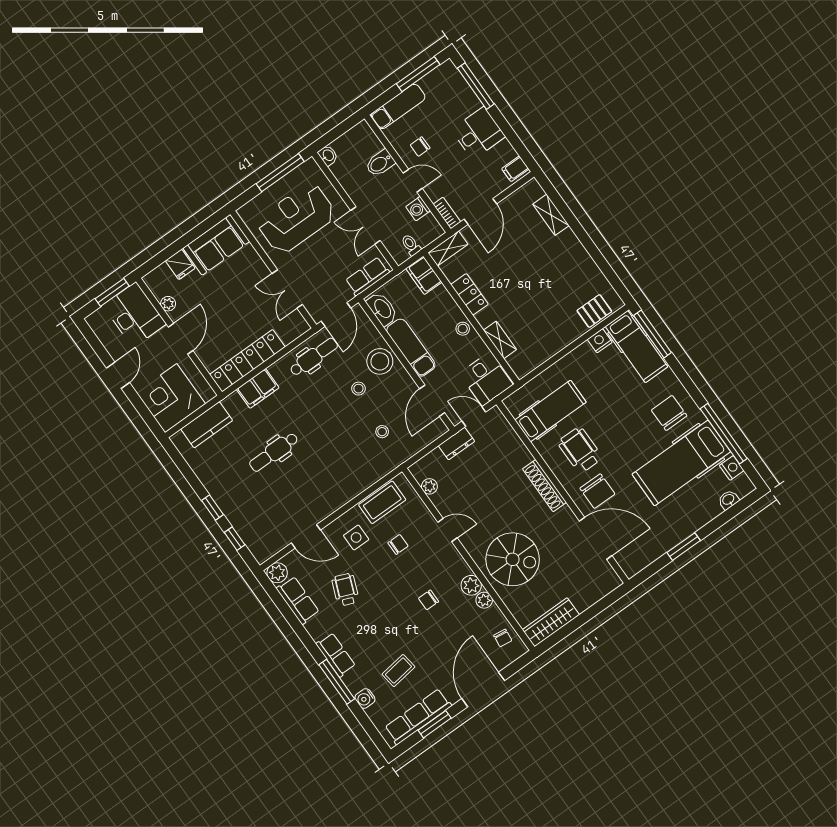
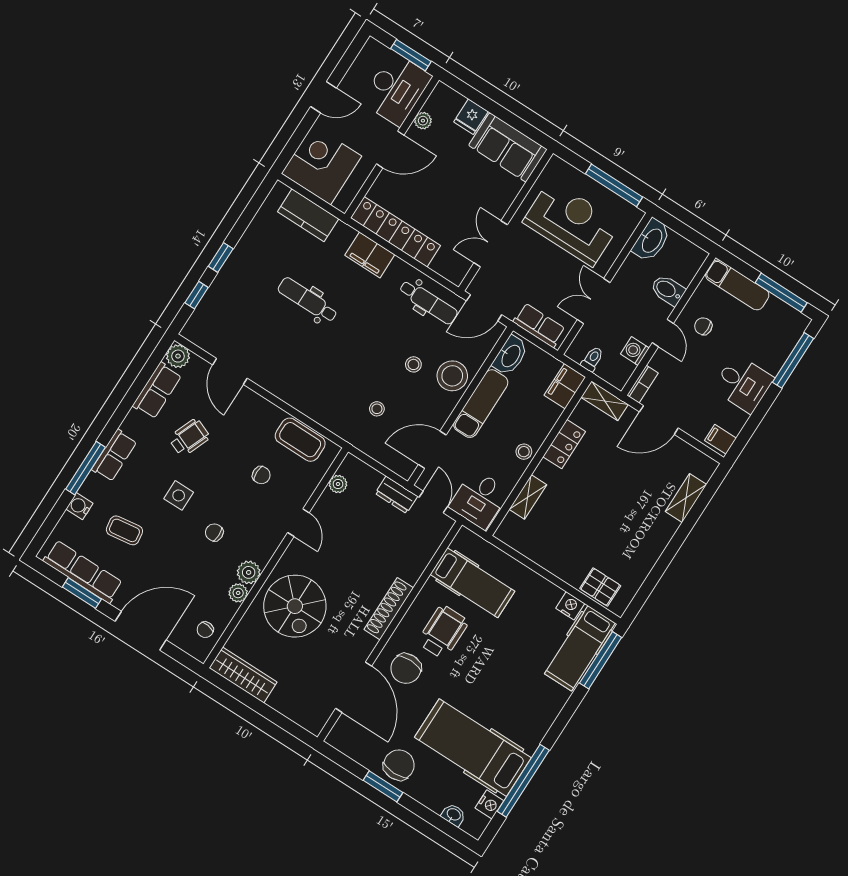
washbasin: (328, 155) -> (651, 240), width x1.91, depth x1.45
chair: (669, 413) -> (399, 765), moved
side table: (356, 537) -> (179, 495), moved

